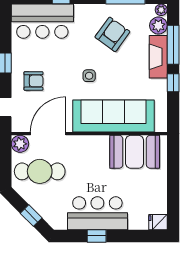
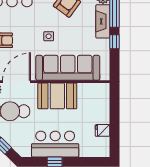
booth: (135, 152) -> (57, 96), moved
fridge: (158, 222) -> (103, 130), moved

